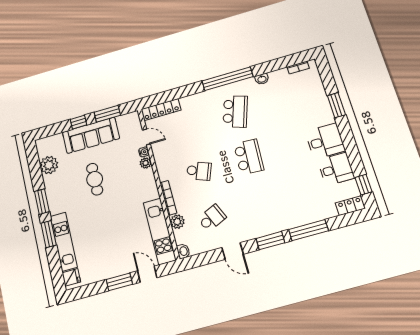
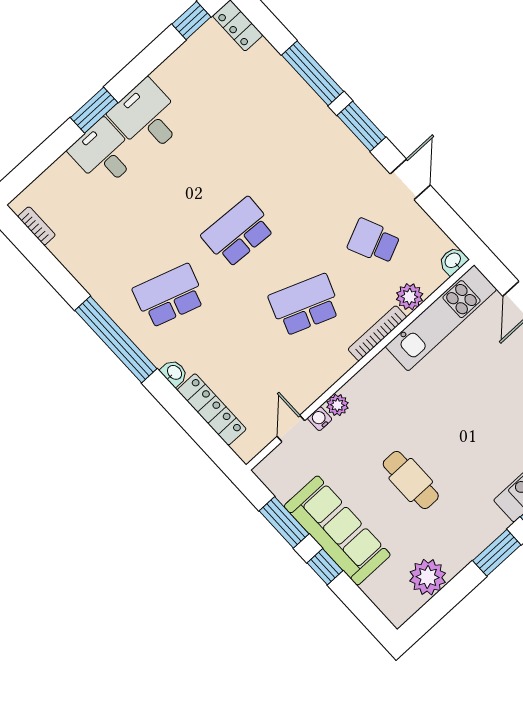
washbasin: (262, 79) -> (174, 373), moved
window: (336, 105) -> (94, 110), moved
locker: (161, 110) -> (212, 409), moved
desk: (336, 169) -> (104, 154), moved
school desk: (199, 171) -> (305, 305), width x1.85
cafe table: (95, 179) -> (411, 480), turned 90

